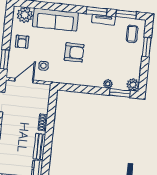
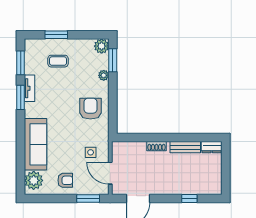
coffee table: (132, 34) -> (58, 61), moved
armchair: (74, 52) -> (90, 109), moved

